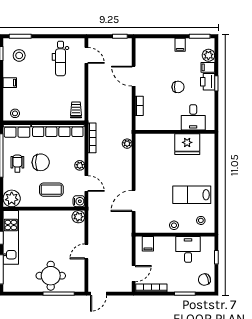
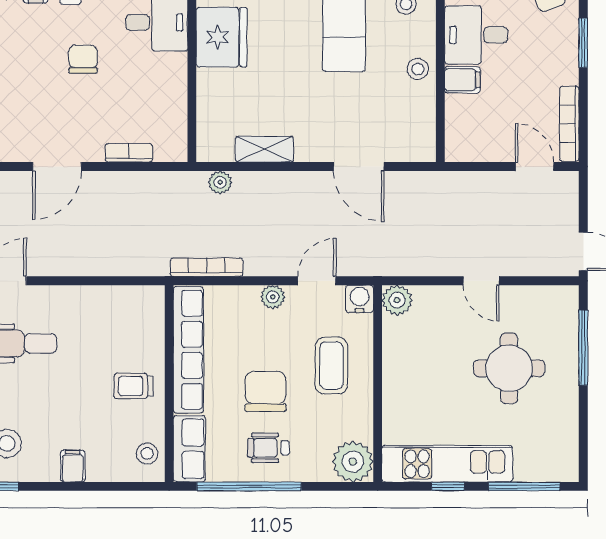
trolley: (76, 110) -> (133, 386), moved
shelving: (141, 162) -> (264, 149), added
filing cabinet: (148, 244) -> (462, 80), moved
round table: (51, 276) -> (509, 368), moved

